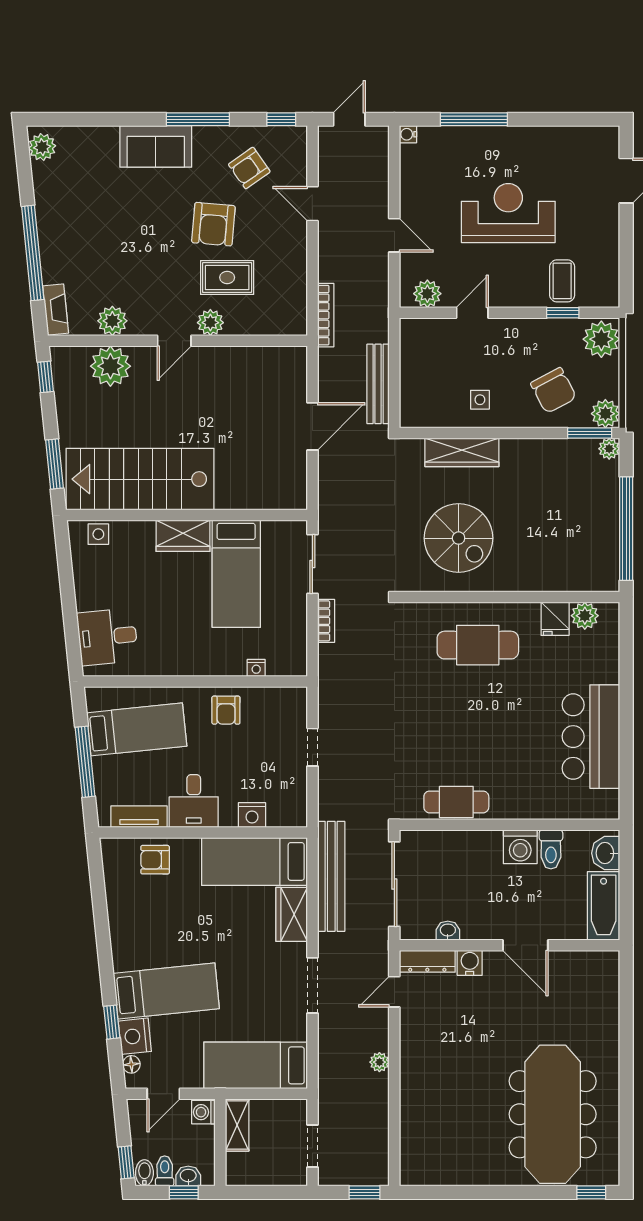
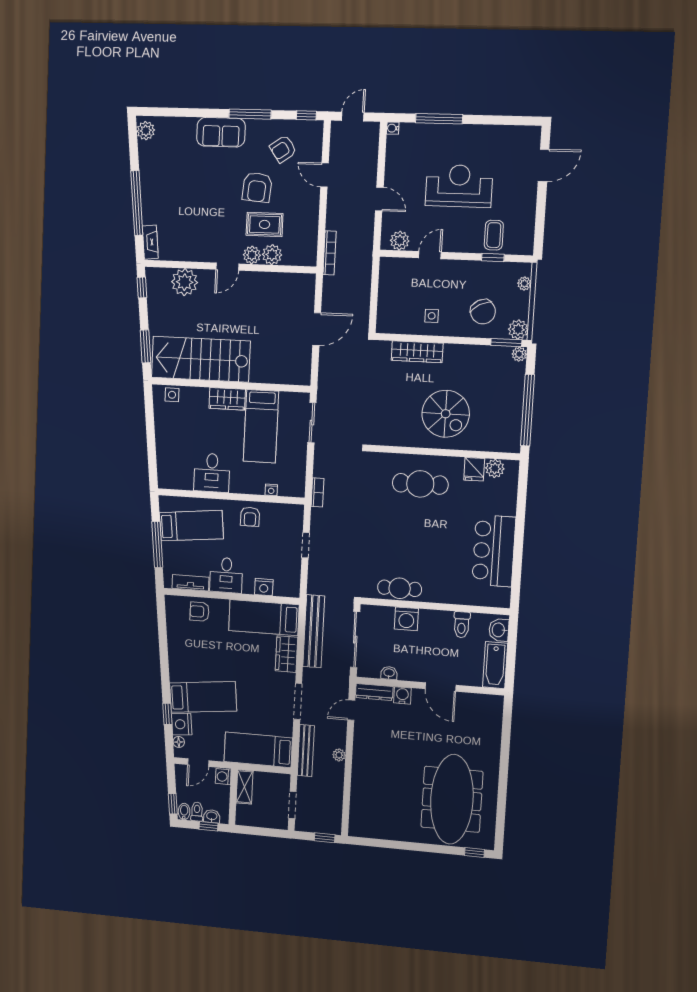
plant: (112, 321) -> (272, 255), moved
plant: (601, 339) -> (524, 284), width x0.53, depth x0.53
bench: (378, 384) -> (306, 751), moved
spiral stairs: (459, 538) -> (446, 414), moved
bookcase: (326, 621) -> (317, 492), moved
desk: (107, 637) -> (212, 473), moved, turned -84
washing machine: (520, 847) -> (406, 619), moved

